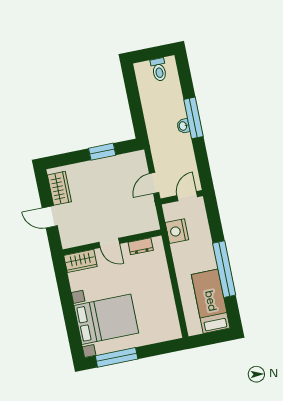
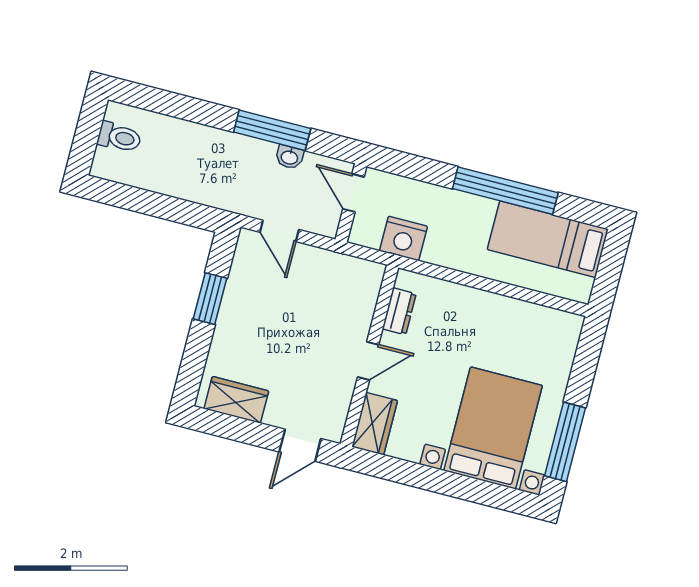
window: (193, 118) -> (272, 130), moved
washbasin: (183, 126) -> (289, 157), moved
door: (154, 183) -> (279, 231), moved
door: (50, 217) -> (300, 445), moved

